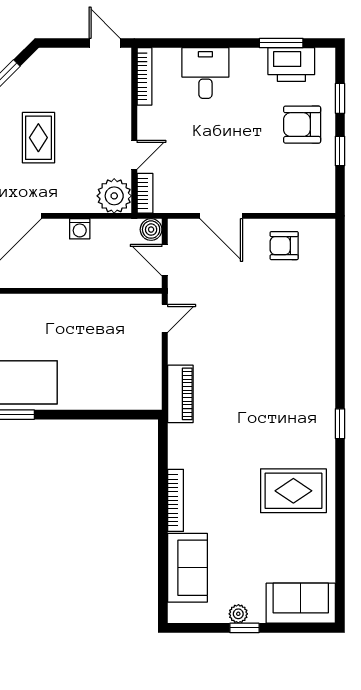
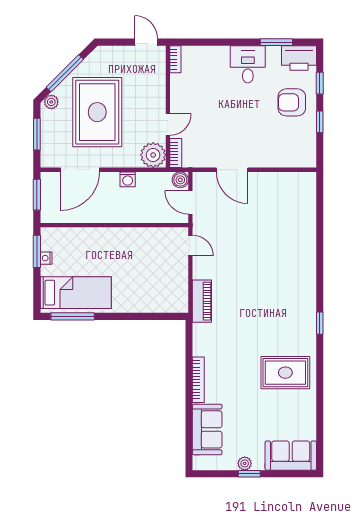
printer: (291, 64) -> (299, 58), moved
desk: (205, 73) -> (248, 64), moved
bookcase: (144, 76) -> (175, 59), width x0.64
rug: (38, 138) -> (97, 112), width x1.86, depth x2.06
armchair: (284, 246) -> (278, 192), removed
door: (165, 318) -> (190, 245), hinge flipped

